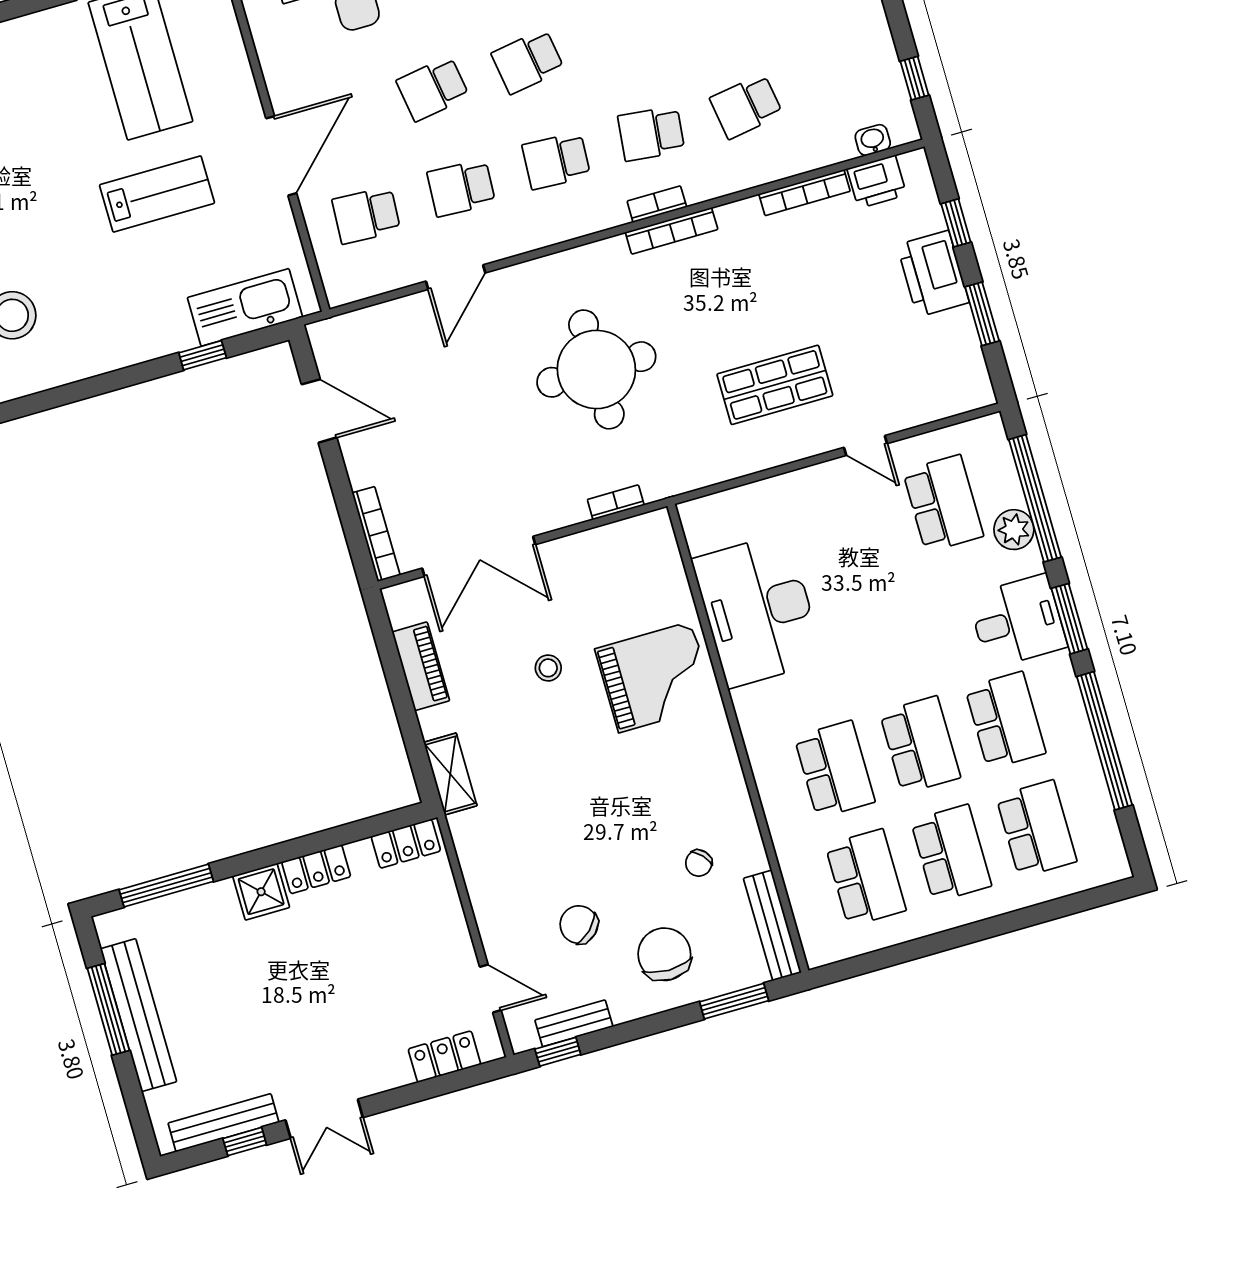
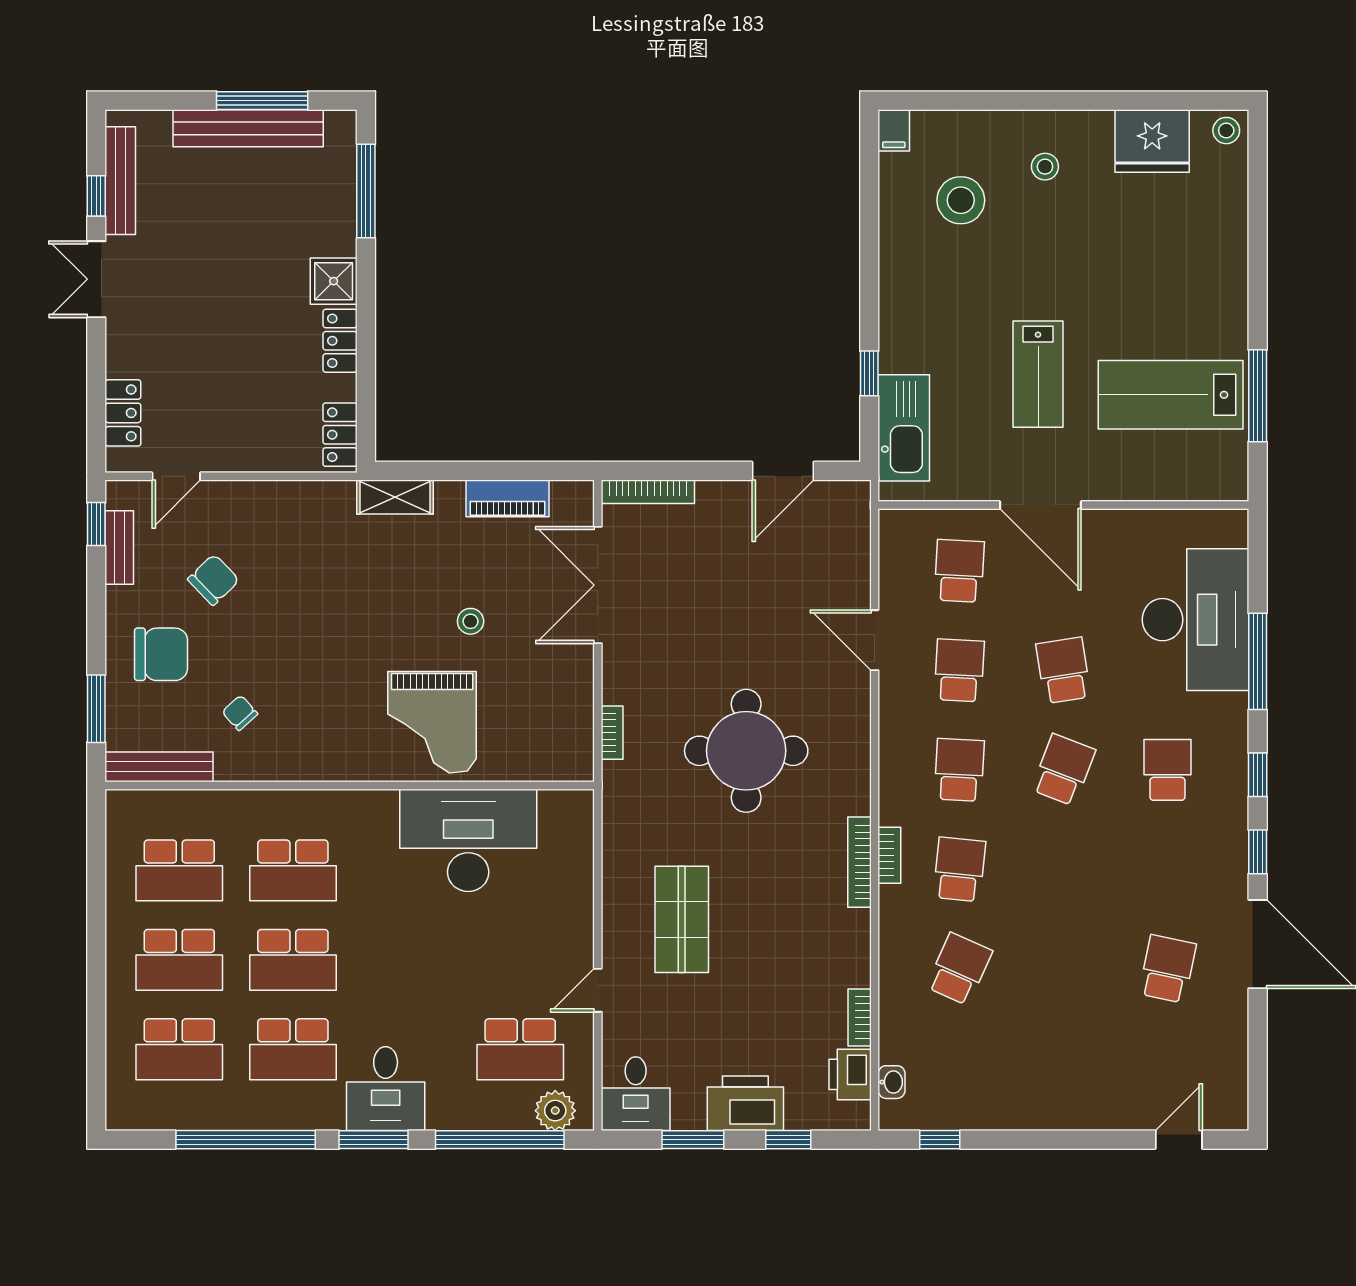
school desk: (528, 61) -> (1063, 770), turned 30
school desk: (746, 106) -> (959, 969), turned 33
bookcase: (805, 193) -> (860, 1018), width x0.64
desk: (954, 381) -> (636, 1094), added
plant: (1014, 530) -> (555, 1111), moved

